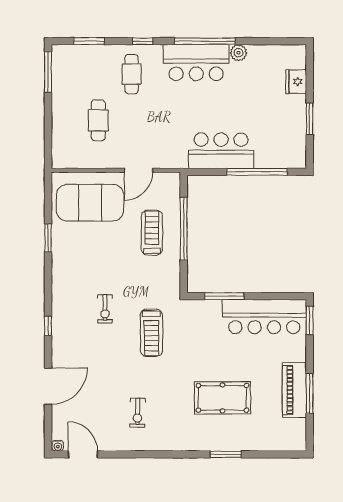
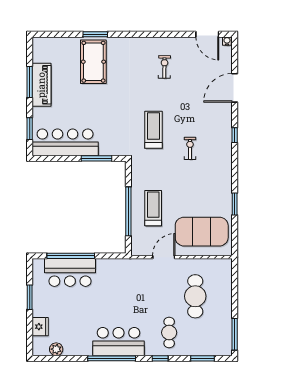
plant: (239, 53) -> (56, 349), moved
cafe table: (98, 120) -> (195, 296), width x1.37, depth x1.35
bar counter: (221, 151) -> (70, 272), moved
treadmill: (152, 233) -> (153, 208), turned 180
window: (310, 320) -> (30, 129), moved
pool table: (222, 398) -> (93, 62), moved, turned 90

